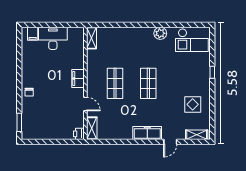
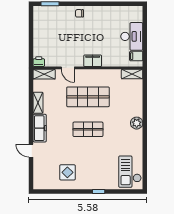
plant: (160, 33) -> (137, 123), moved
filing cabinet: (33, 34) -> (136, 56), moved
shop shelf: (115, 83) -> (88, 97), width x1.43, depth x1.36
door: (85, 104) -> (68, 68), hinge flipped
shelving: (197, 135) -> (38, 103), moved

